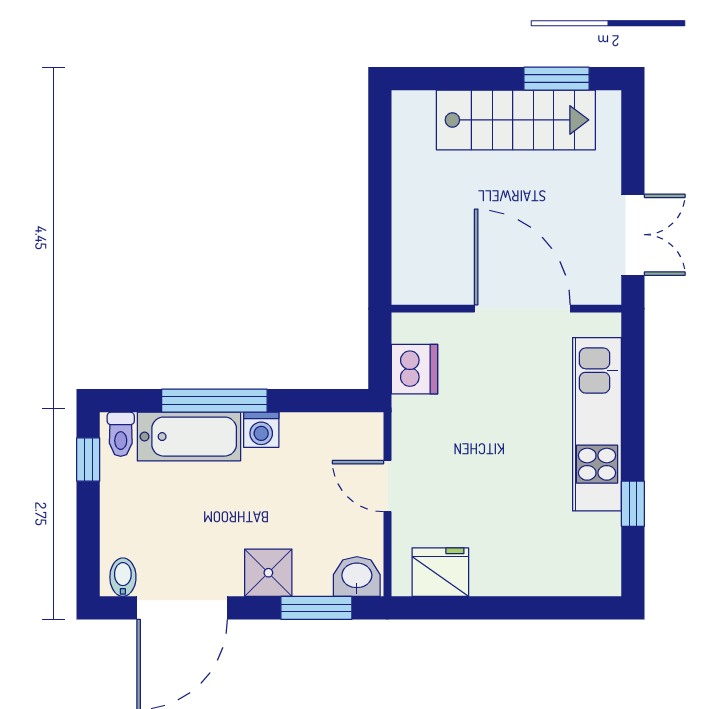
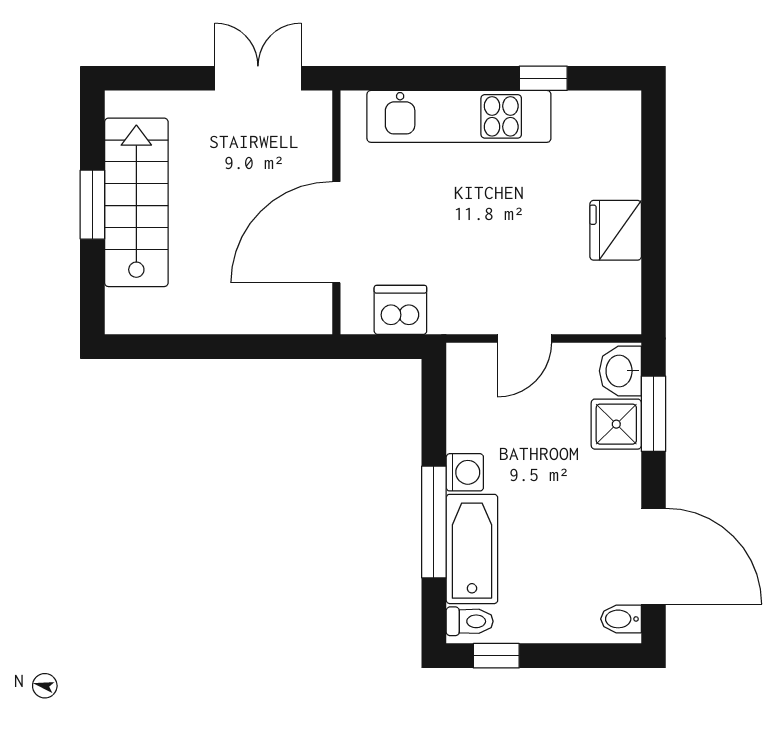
window: (556, 79) -> (92, 205), moved
door: (522, 309) -> (336, 232), moved
fridge: (440, 572) -> (616, 230), moved
shower: (268, 573) -> (616, 424), moved

